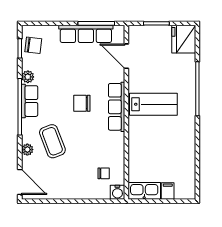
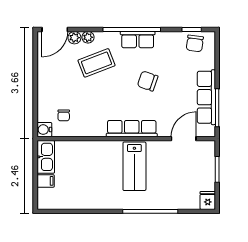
fridge: (184, 39) -> (208, 201), width x0.53, depth x0.75
plant: (28, 77) -> (74, 38), moved
chair: (82, 103) -> (148, 81), moved, turned -71

